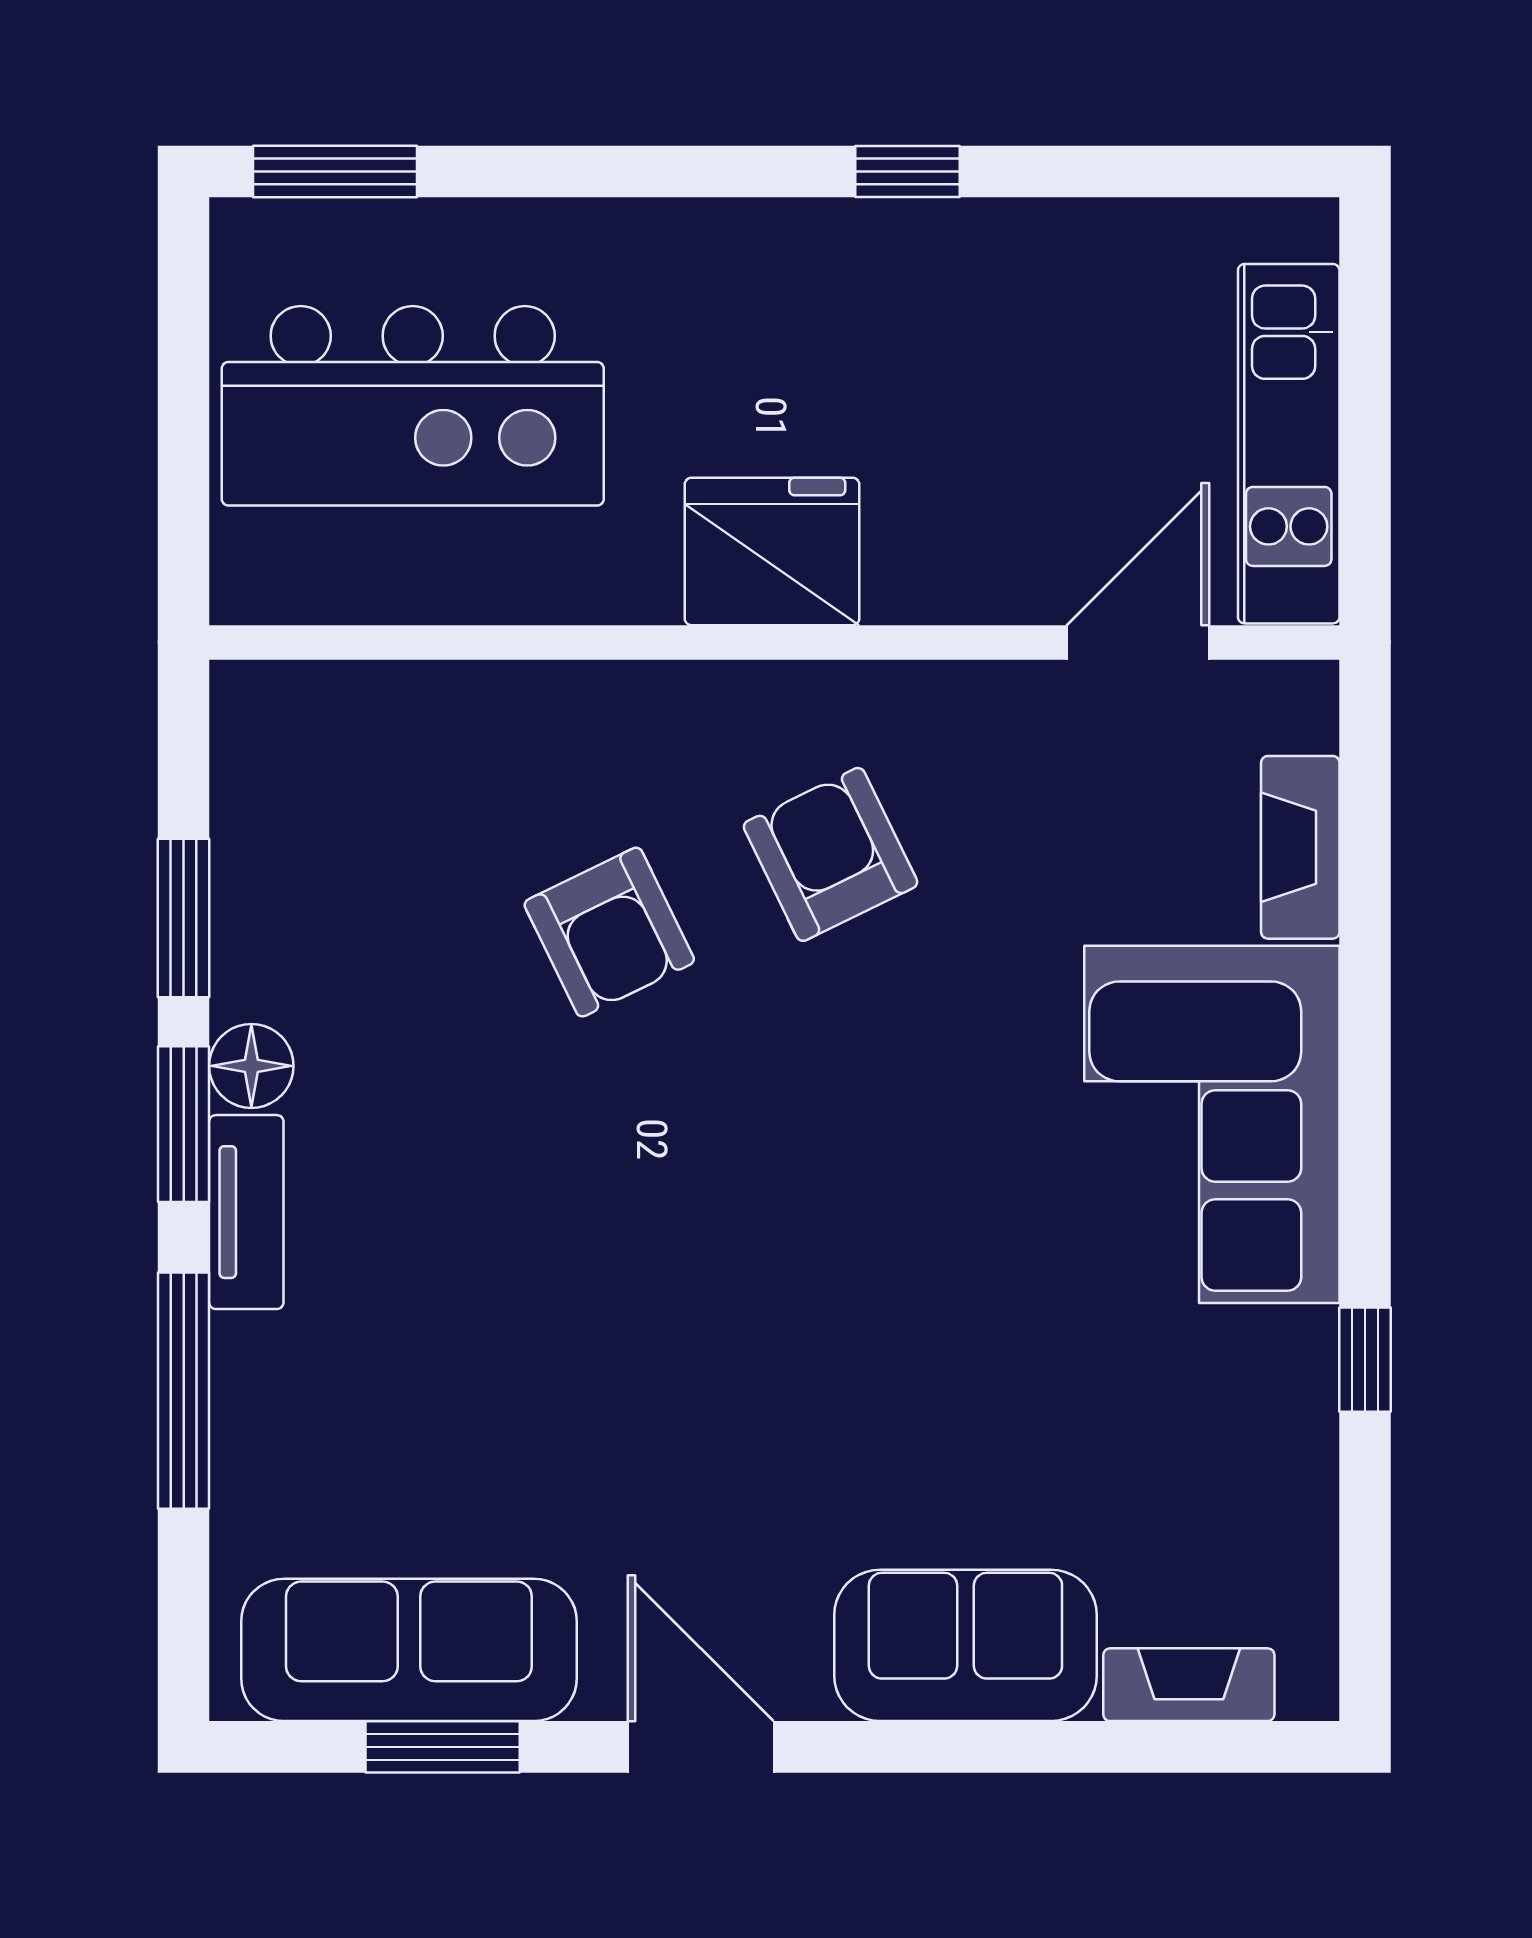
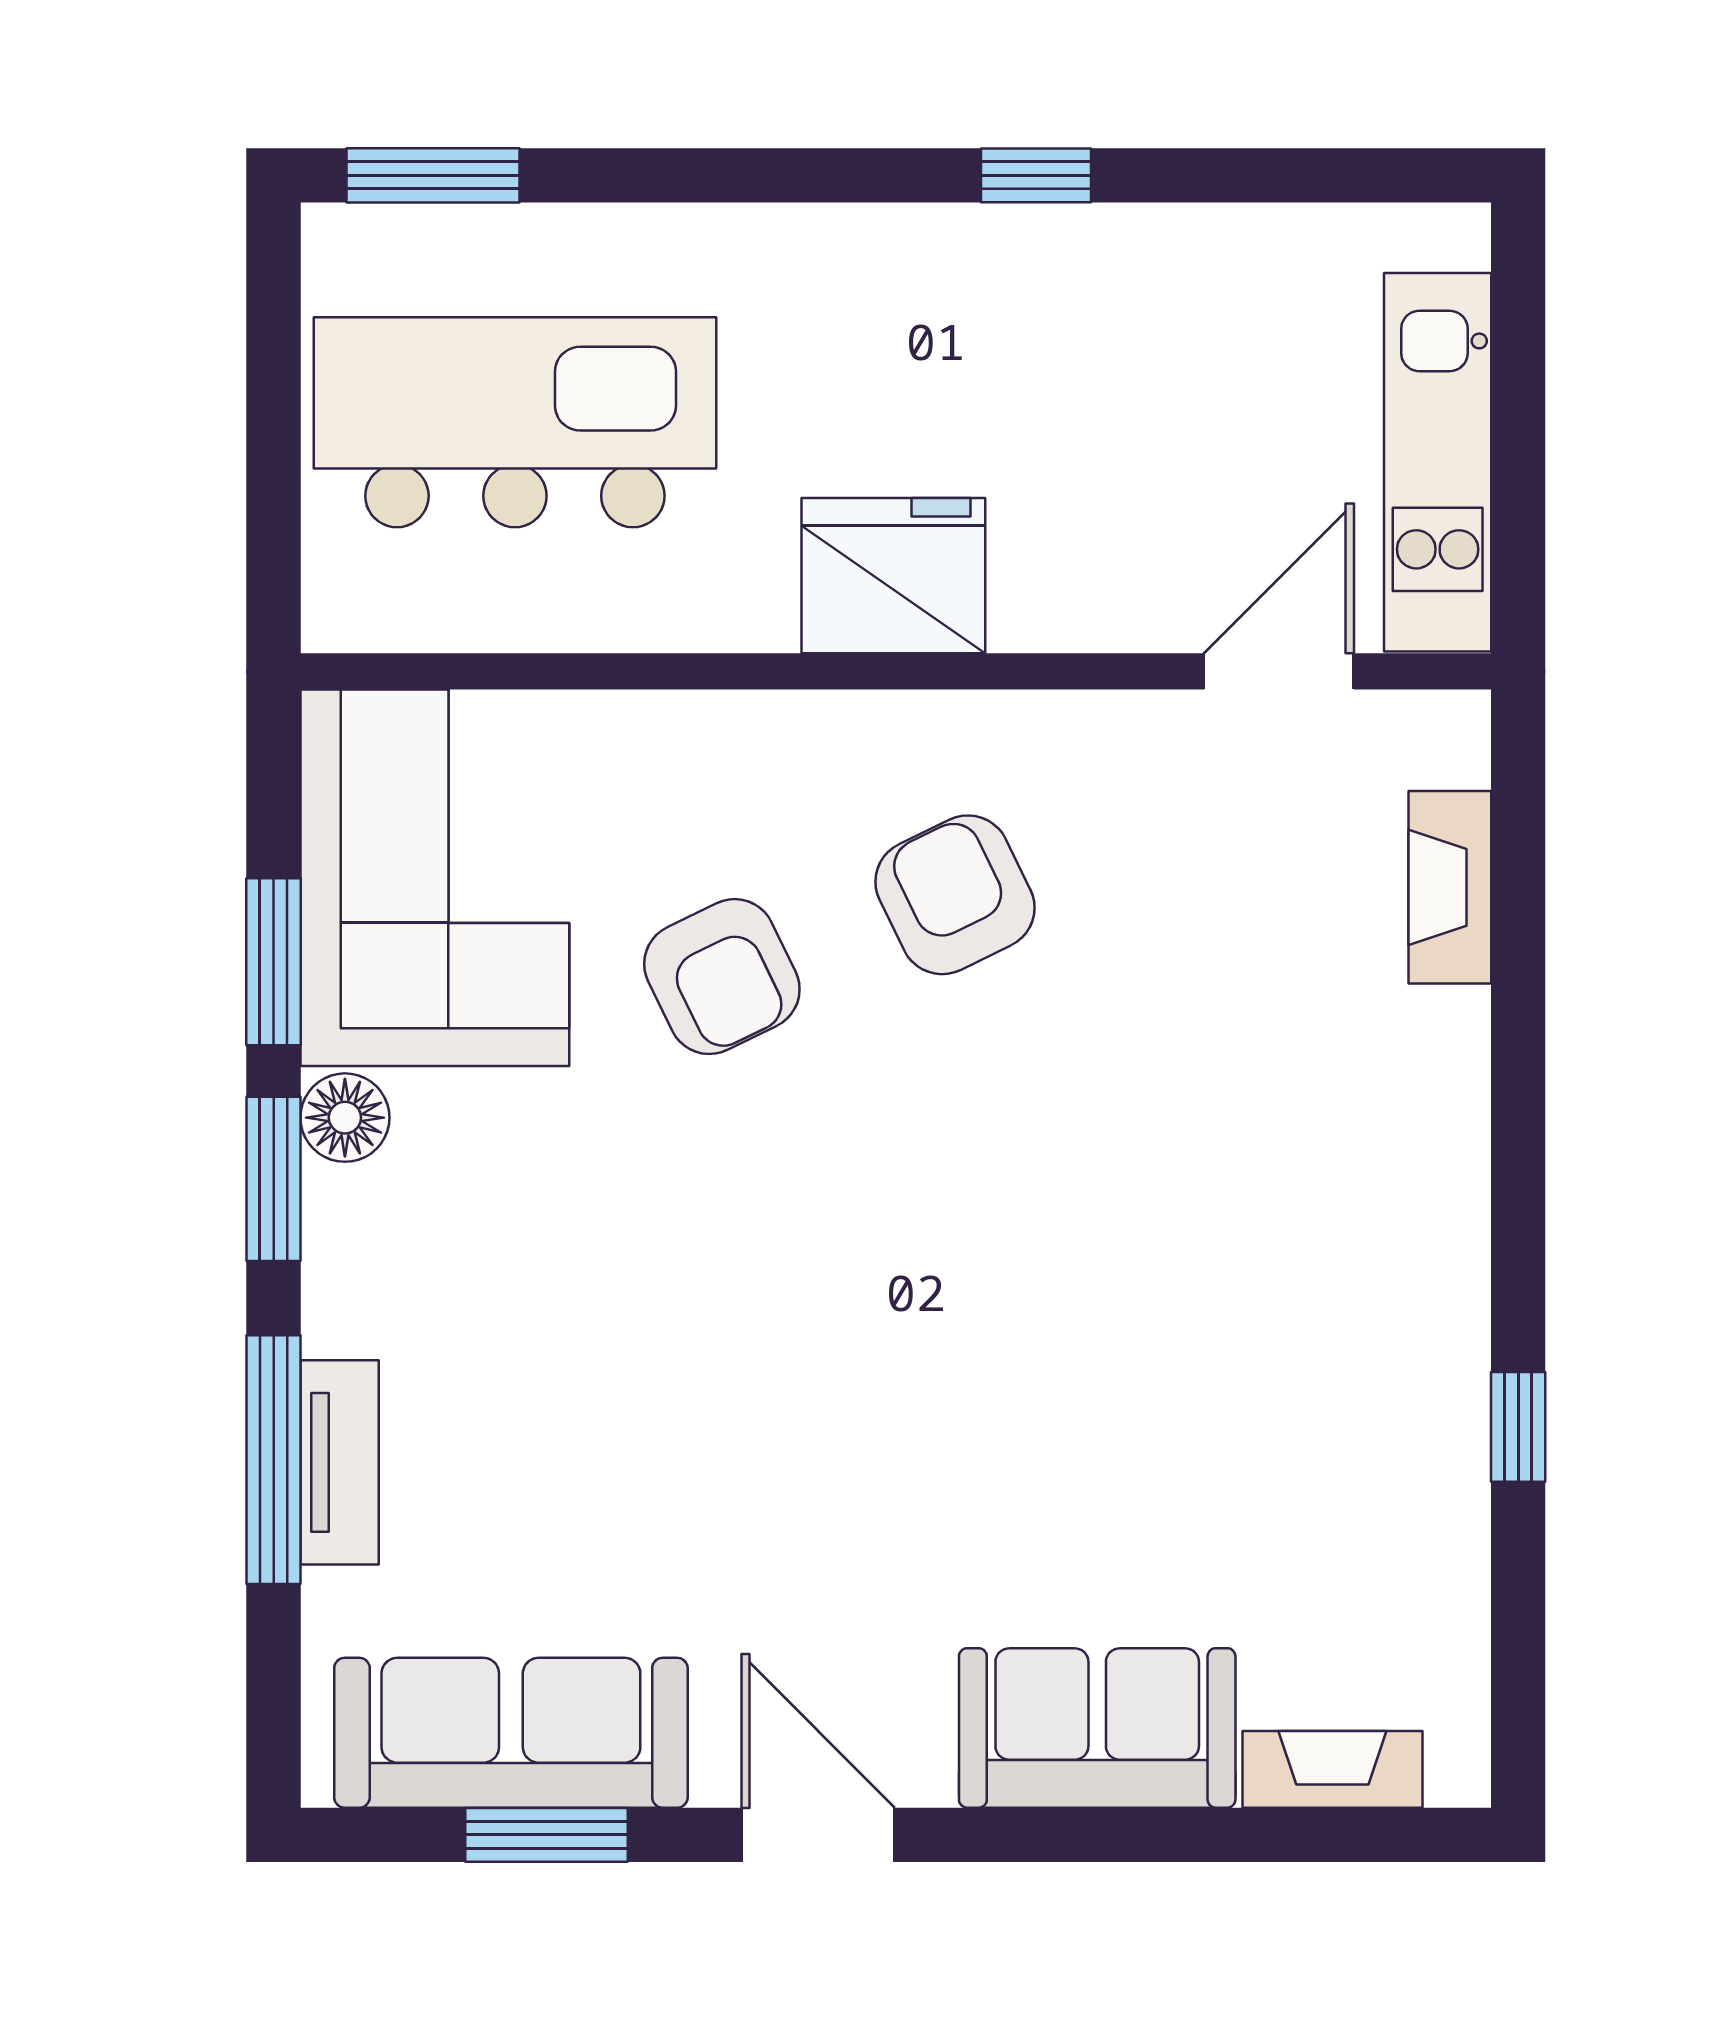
kitchen island: (413, 406) -> (515, 422), turned 180
corner sofa: (1212, 1124) -> (435, 878), moved, turned 180
tv unit: (246, 1212) -> (340, 1462), moved

